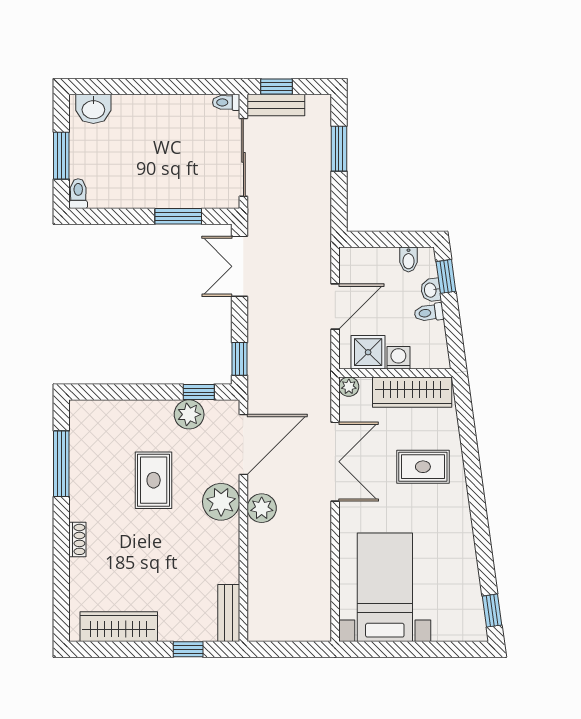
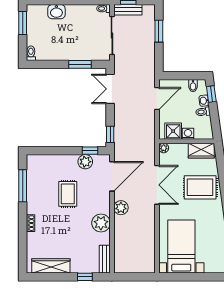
washbasin: (93, 109) -> (56, 12), moved
window: (61, 156) -> (23, 23), moved
door: (335, 307) -> (157, 99), moved
wardrobe: (412, 392) -> (201, 151), width x0.67
rug: (423, 467) -> (200, 187), width x1.36, depth x1.43
plant: (221, 502) -> (101, 223), moved

